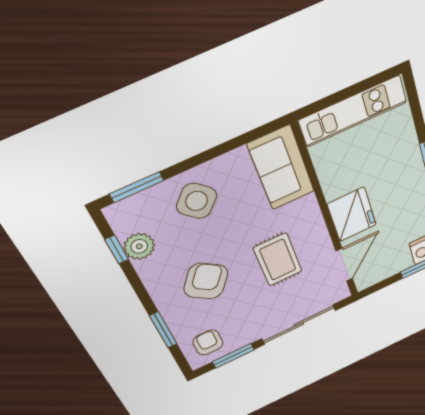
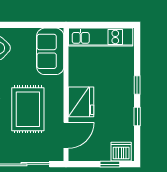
rug: (278, 260) -> (28, 109), width x1.36, depth x1.43

